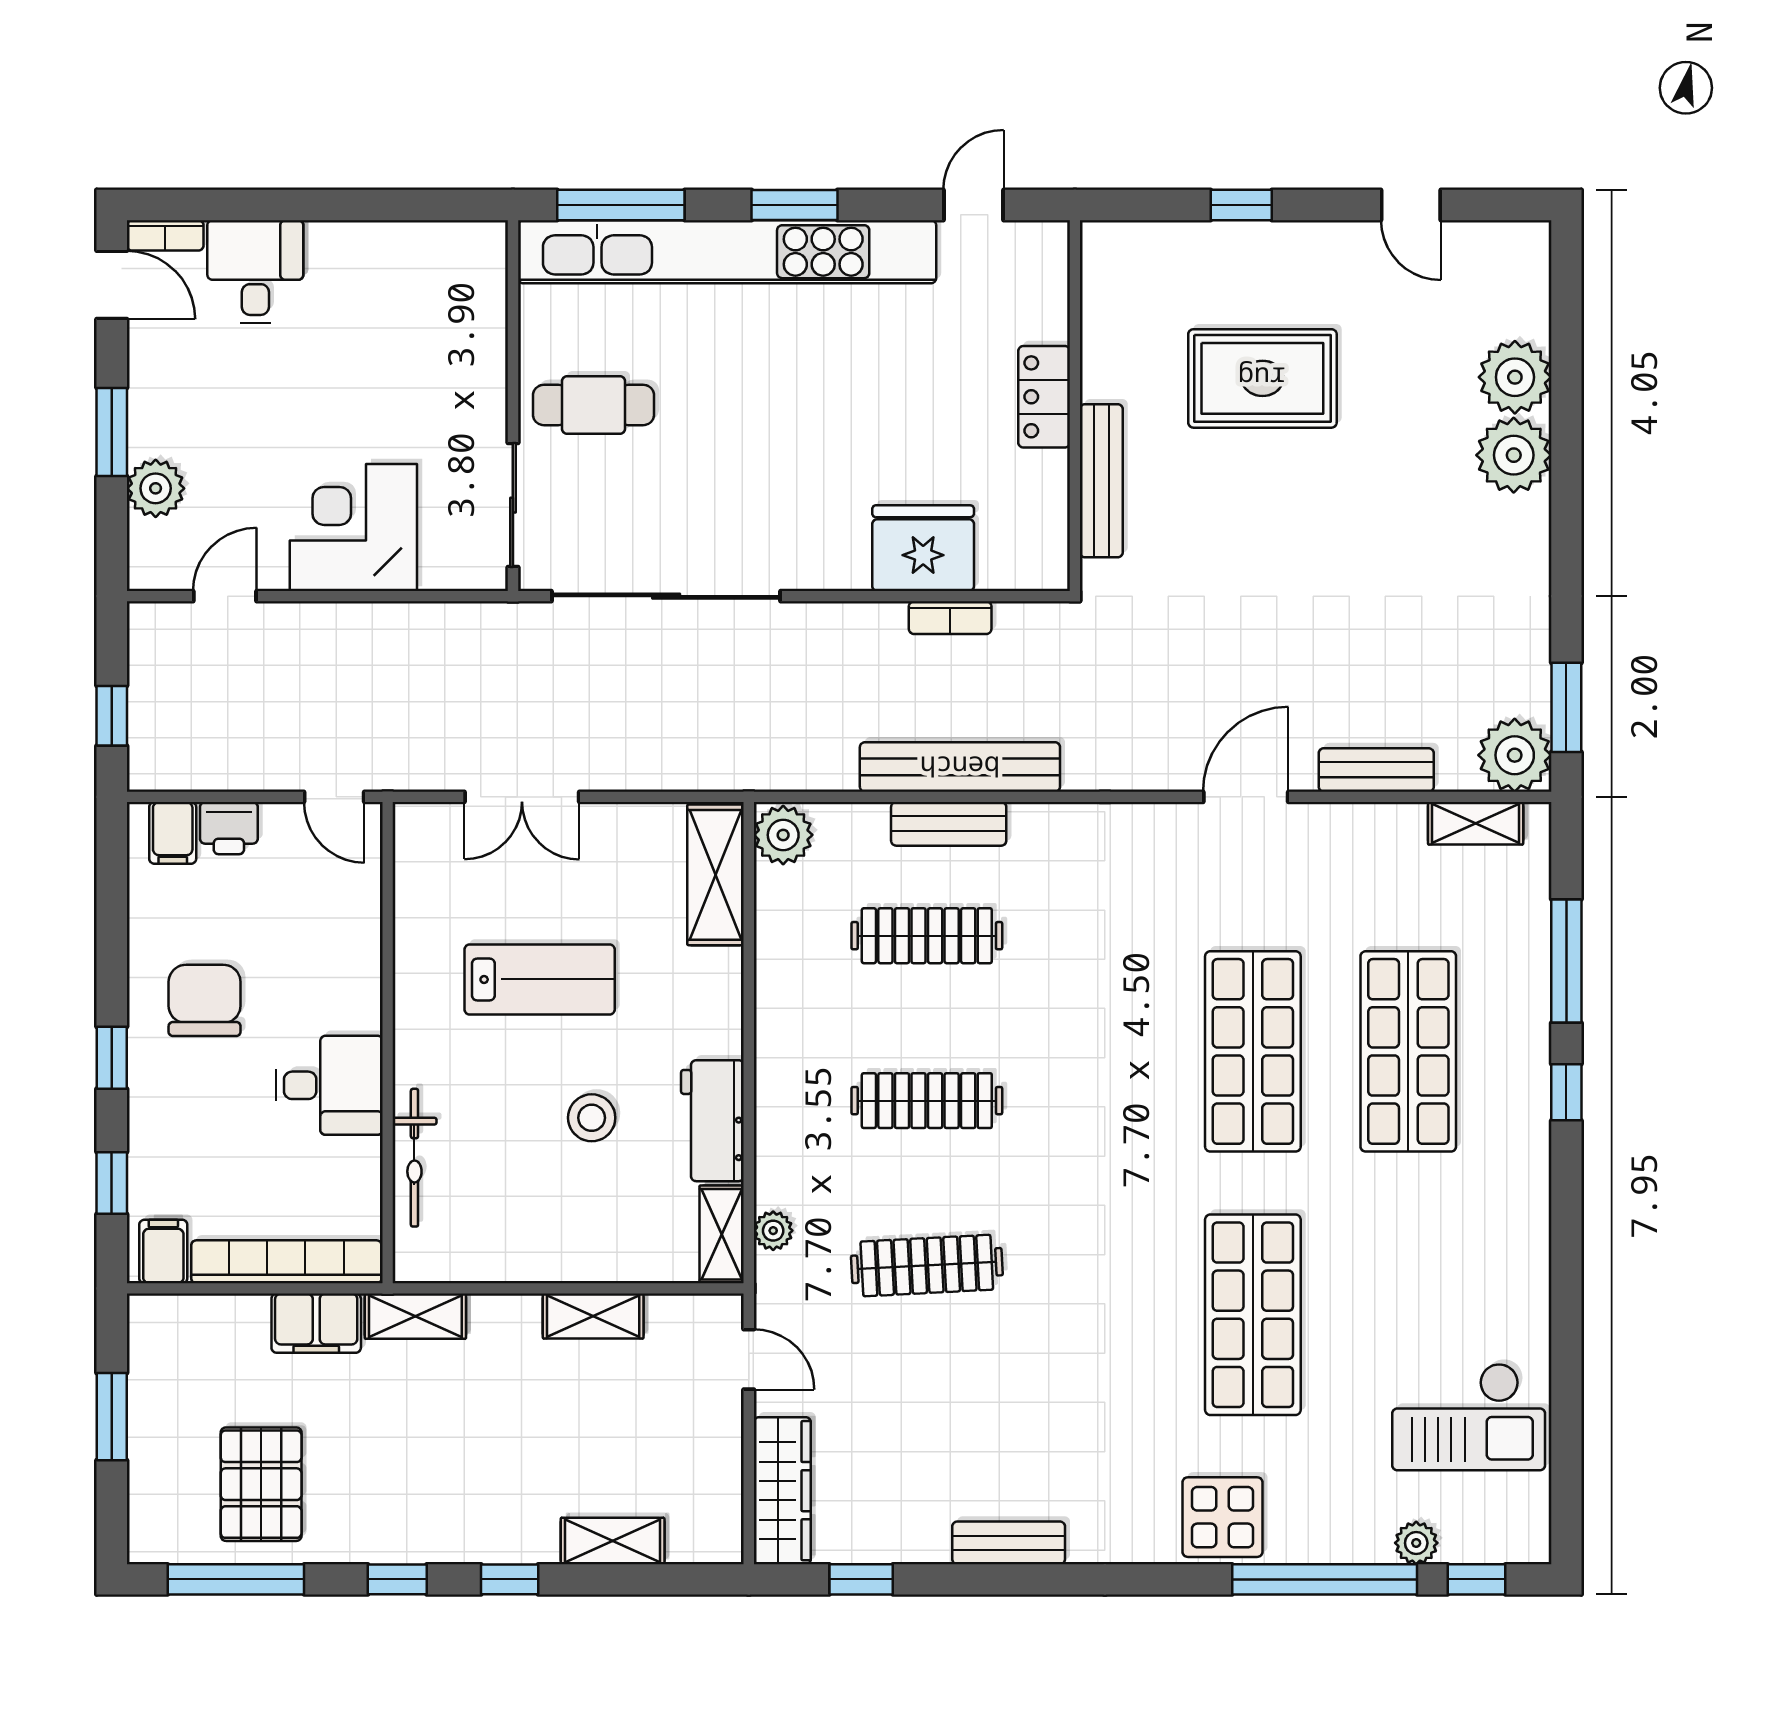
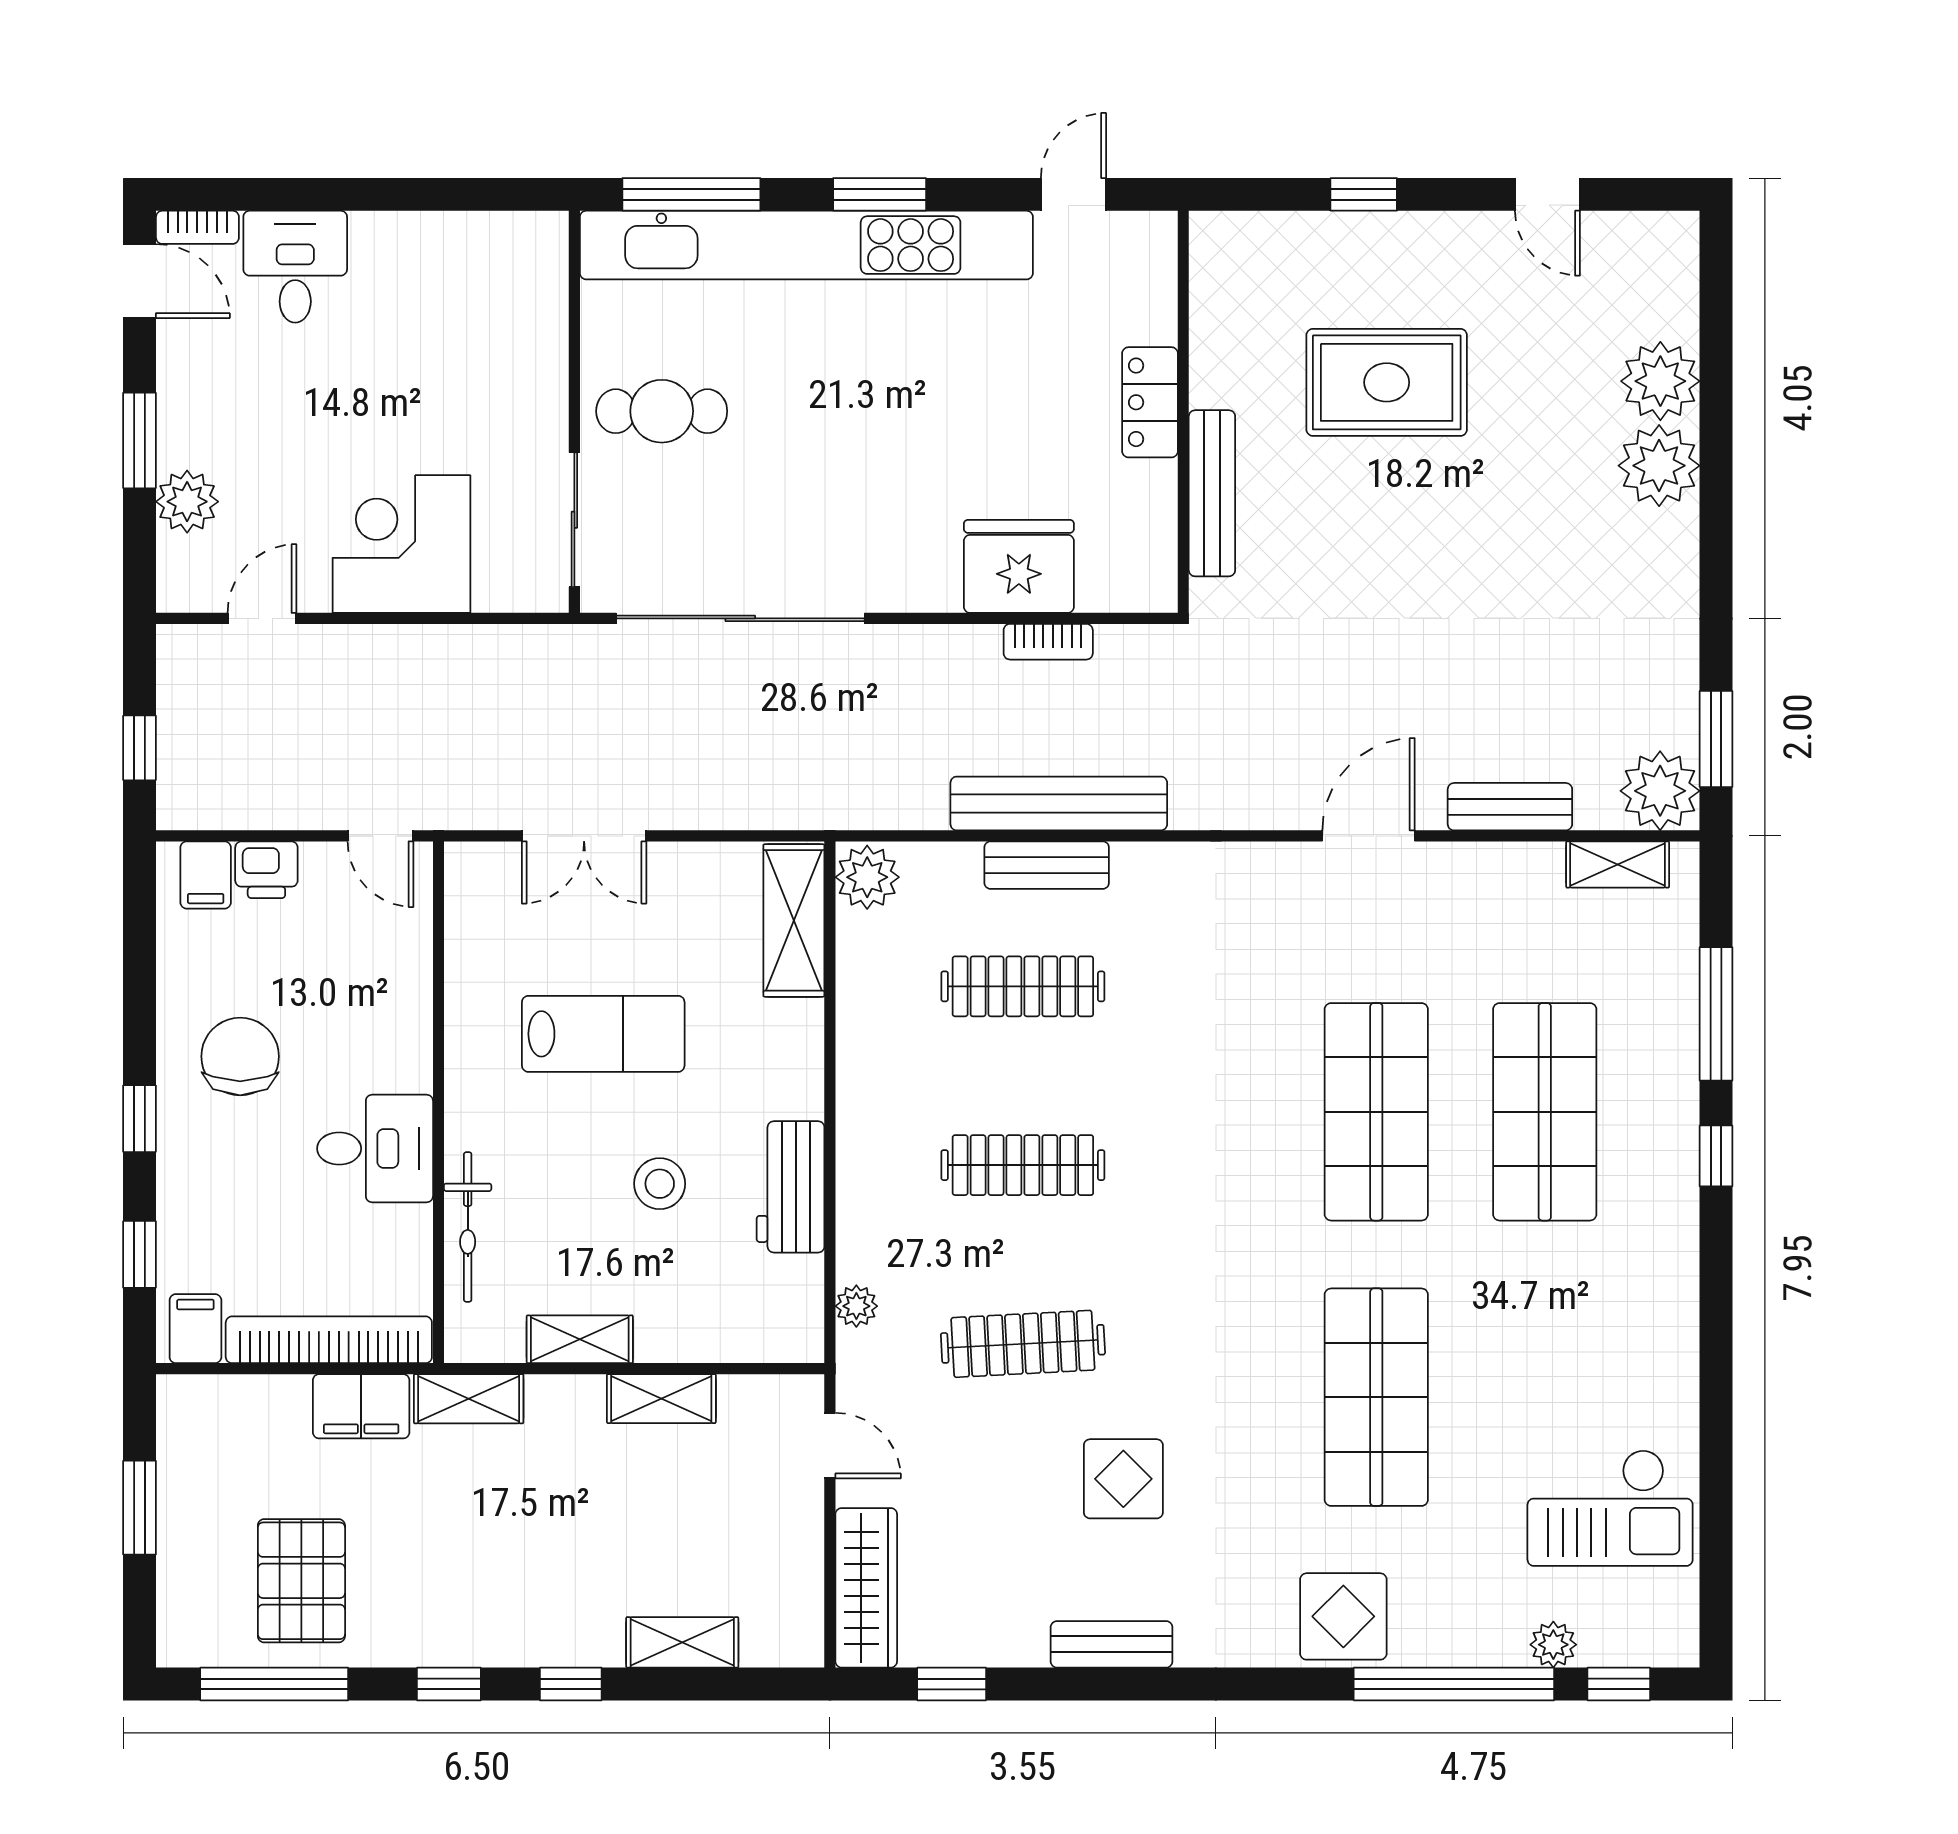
shelving: (722, 1234) -> (580, 1339), moved, turned 90
display table: (1020, 1390) -> (1123, 1479), added

